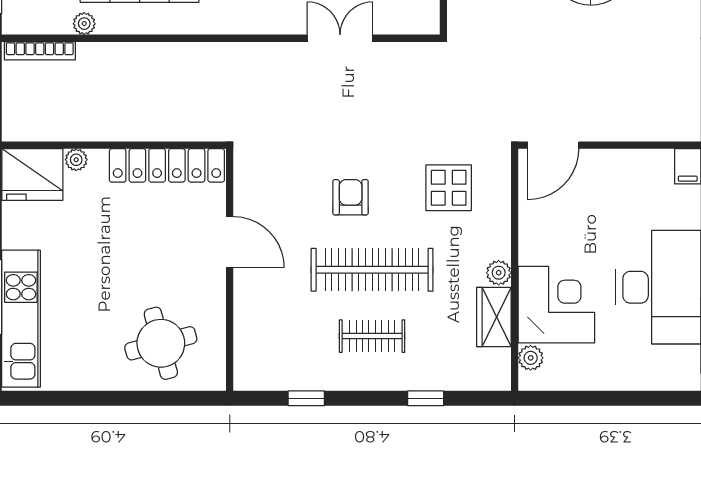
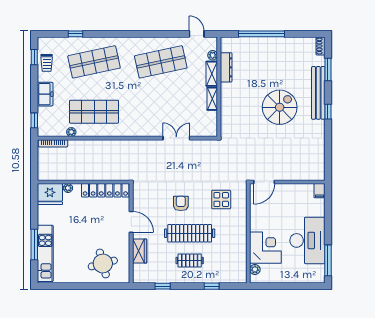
plant: (499, 273) -> (242, 234), removed
wardrobe: (494, 317) -> (140, 251), moved, turned 180

